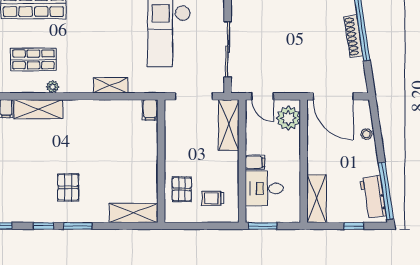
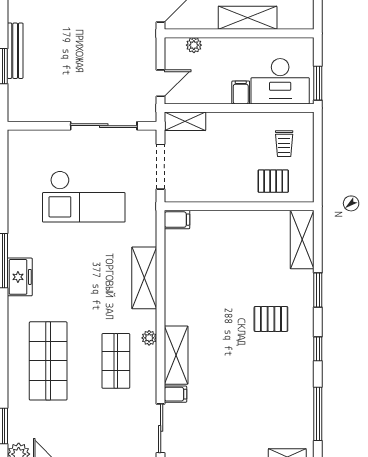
shelving: (110, 85) -> (144, 278), width x1.50, depth x1.33
plant: (288, 118) -> (194, 45), width x0.53, depth x0.53
shelving: (229, 125) -> (185, 121), width x0.67, depth x0.75
desk: (264, 188) -> (280, 81), width x1.37
shelving: (317, 199) -> (248, 18), moved
window: (78, 226) -> (318, 290), moved

